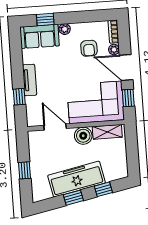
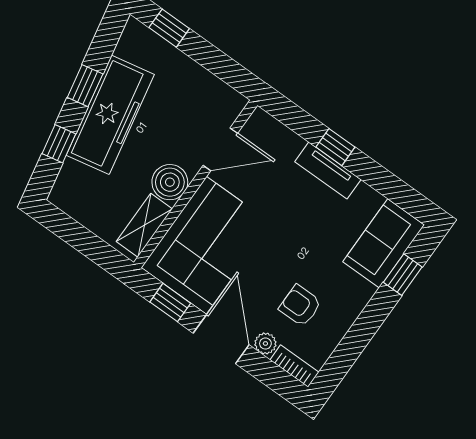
plant: (65, 29) -> (362, 293), removed
door: (126, 68) -> (221, 339), hinge flipped
window: (19, 97) -> (335, 147), moved
window: (25, 170) -> (169, 28), moved

